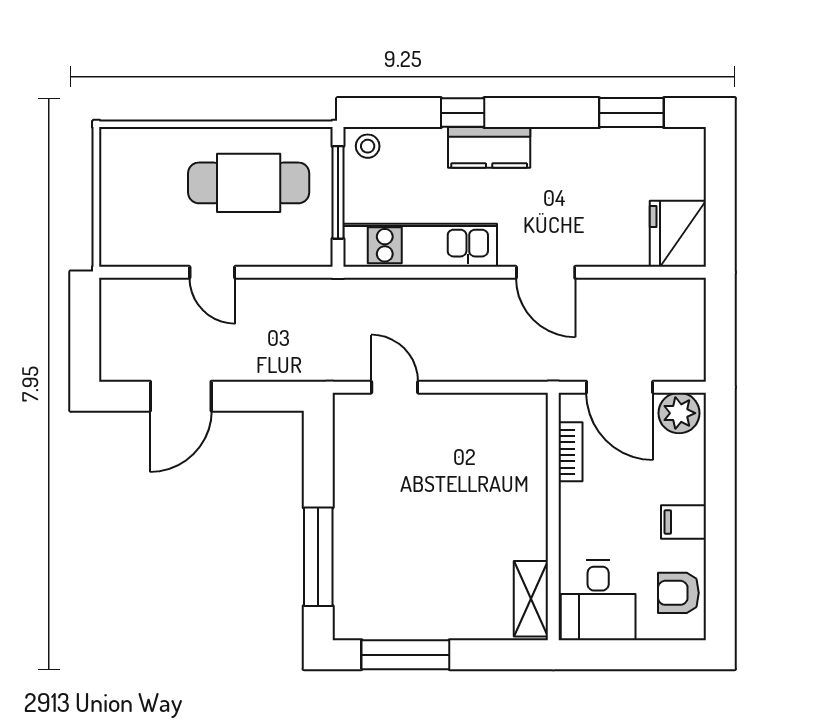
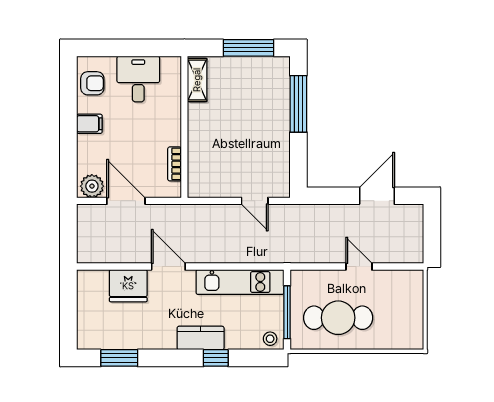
fridge: (678, 234) -> (128, 286), moved, turned 90
bookcase: (571, 452) -> (175, 164), moved
wall: (553, 516) -> (184, 127), moved
shelving: (531, 599) -> (197, 80), moved

